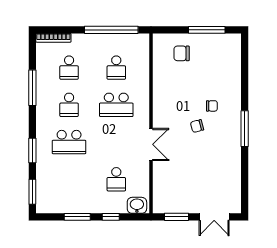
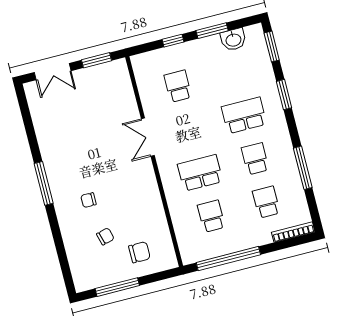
chair: (197, 126) -> (105, 236), moved
washbasin: (137, 205) -> (233, 40), moved
double door: (214, 217) -> (53, 72), swing flipped

